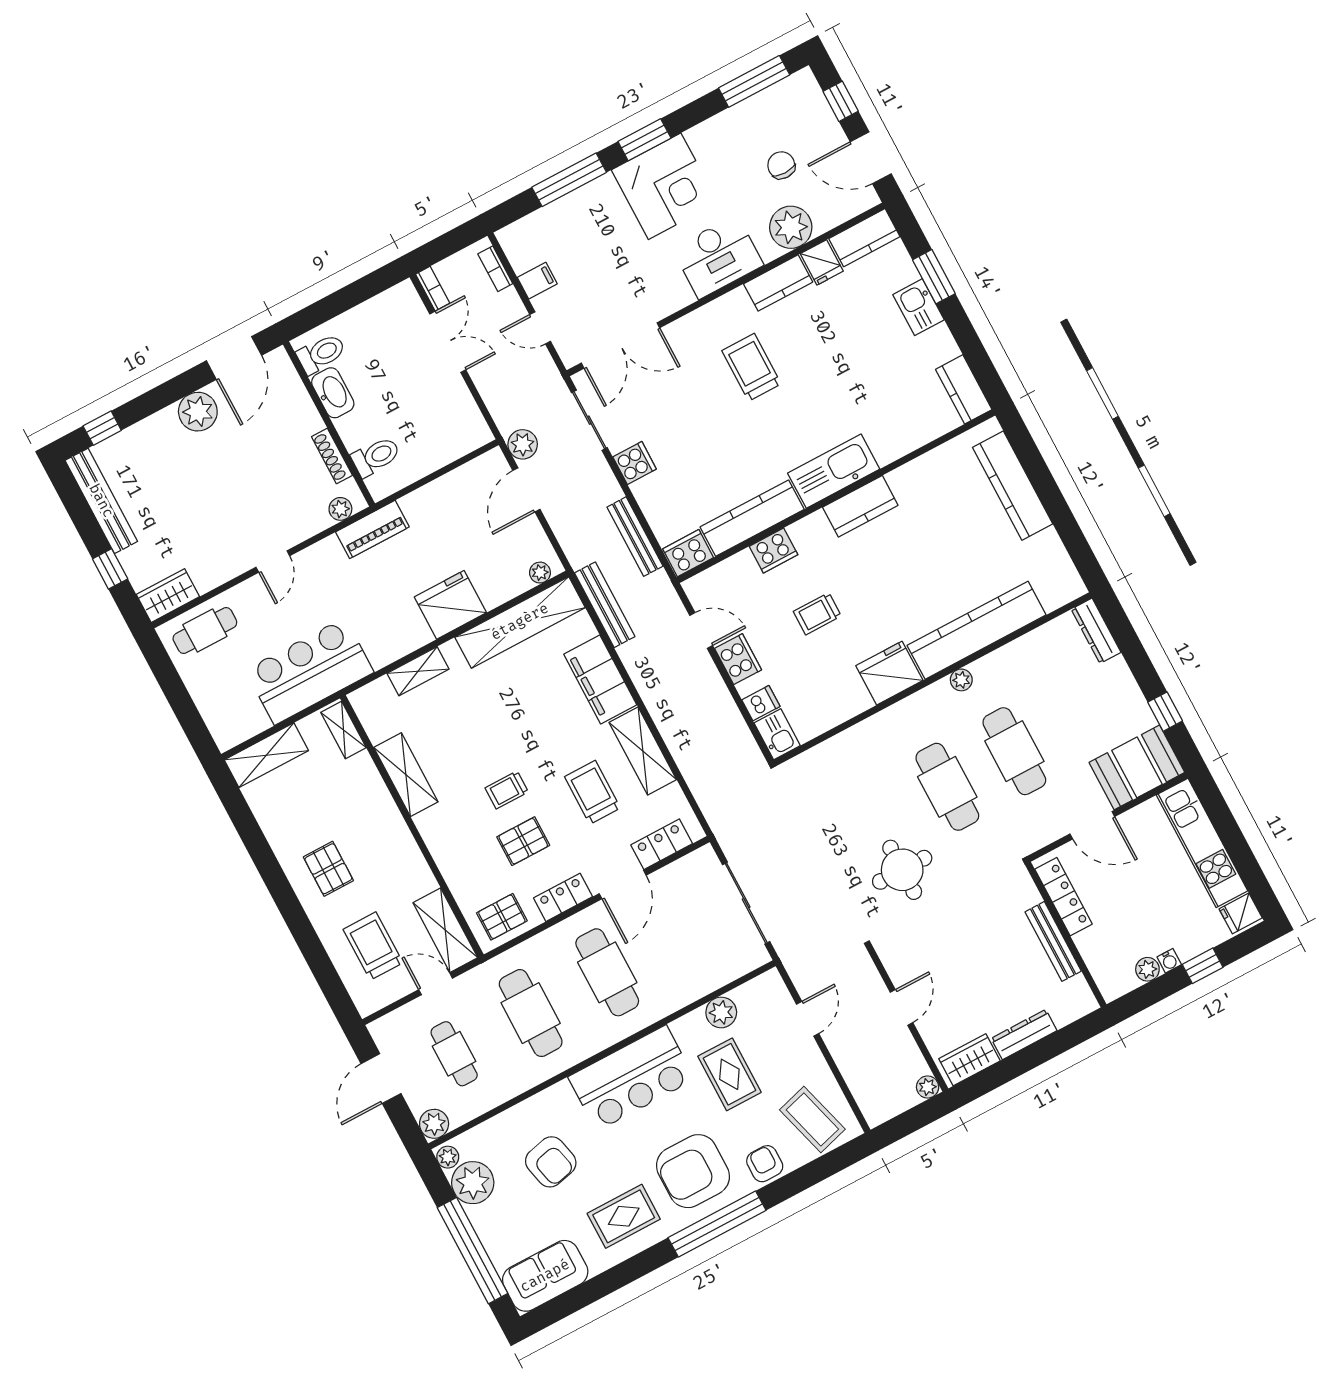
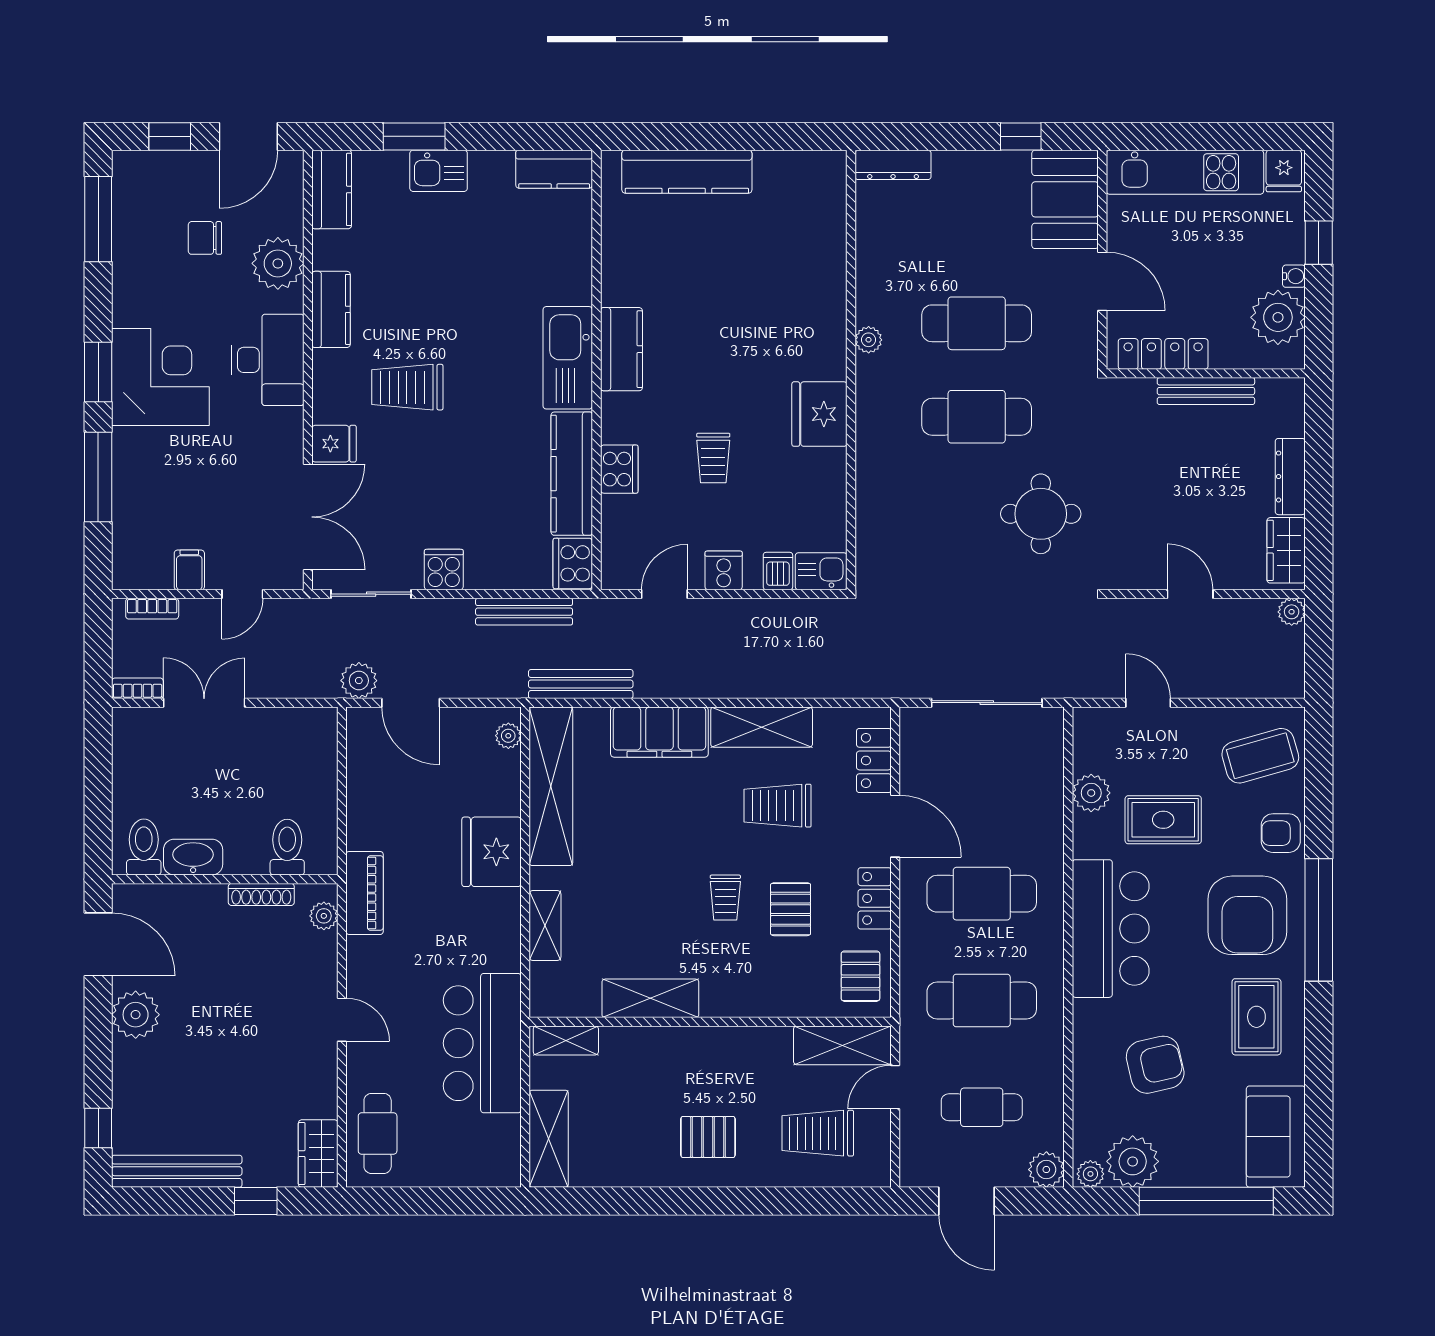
fridge: (822, 262) -> (334, 444), moved
kitchen counter: (977, 630) -> (823, 294), removed
cooker: (738, 659) -> (724, 570), width x0.73
door: (1092, 825) -> (1102, 281), hinge flipped
plant: (1147, 969) -> (1278, 317), width x1.87, depth x1.87

